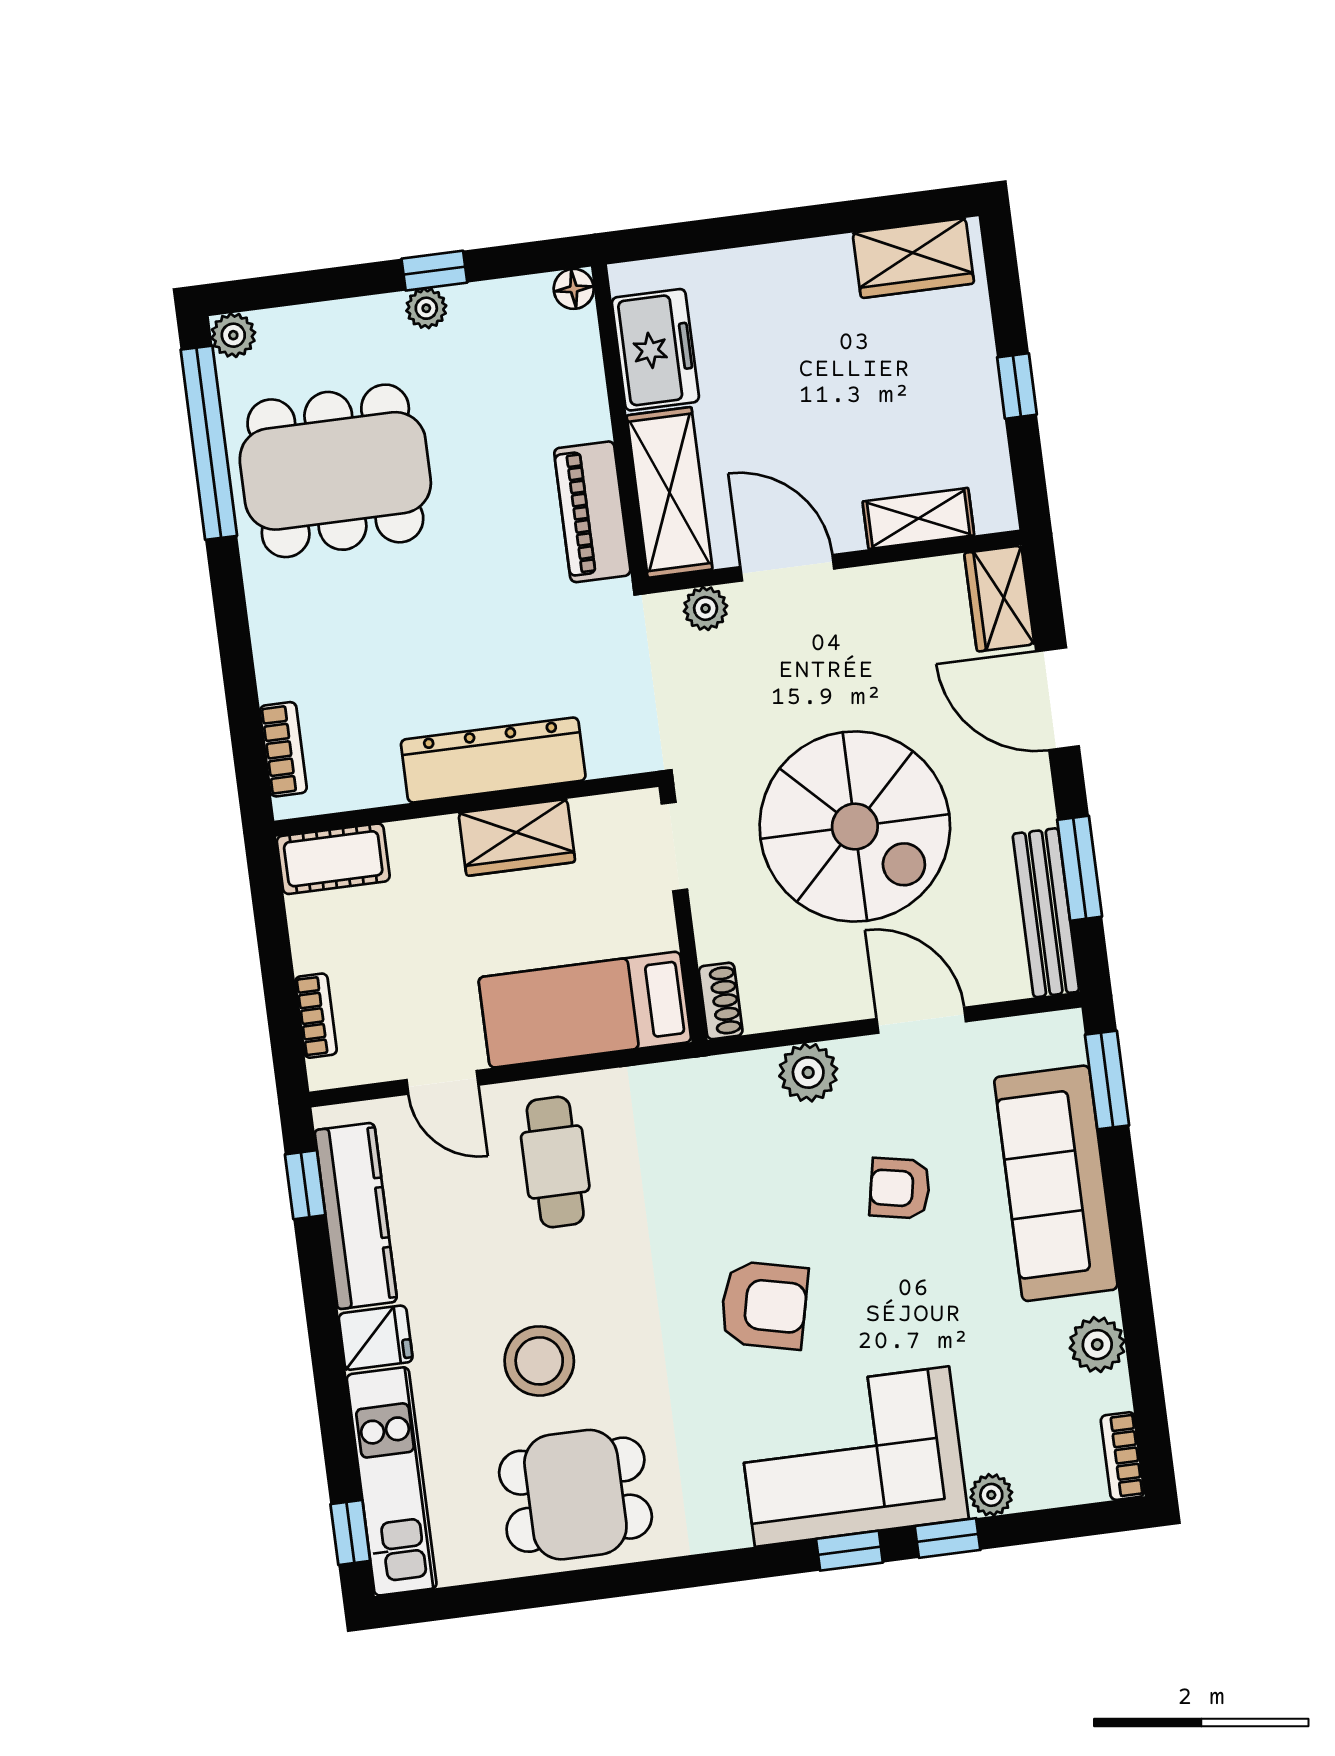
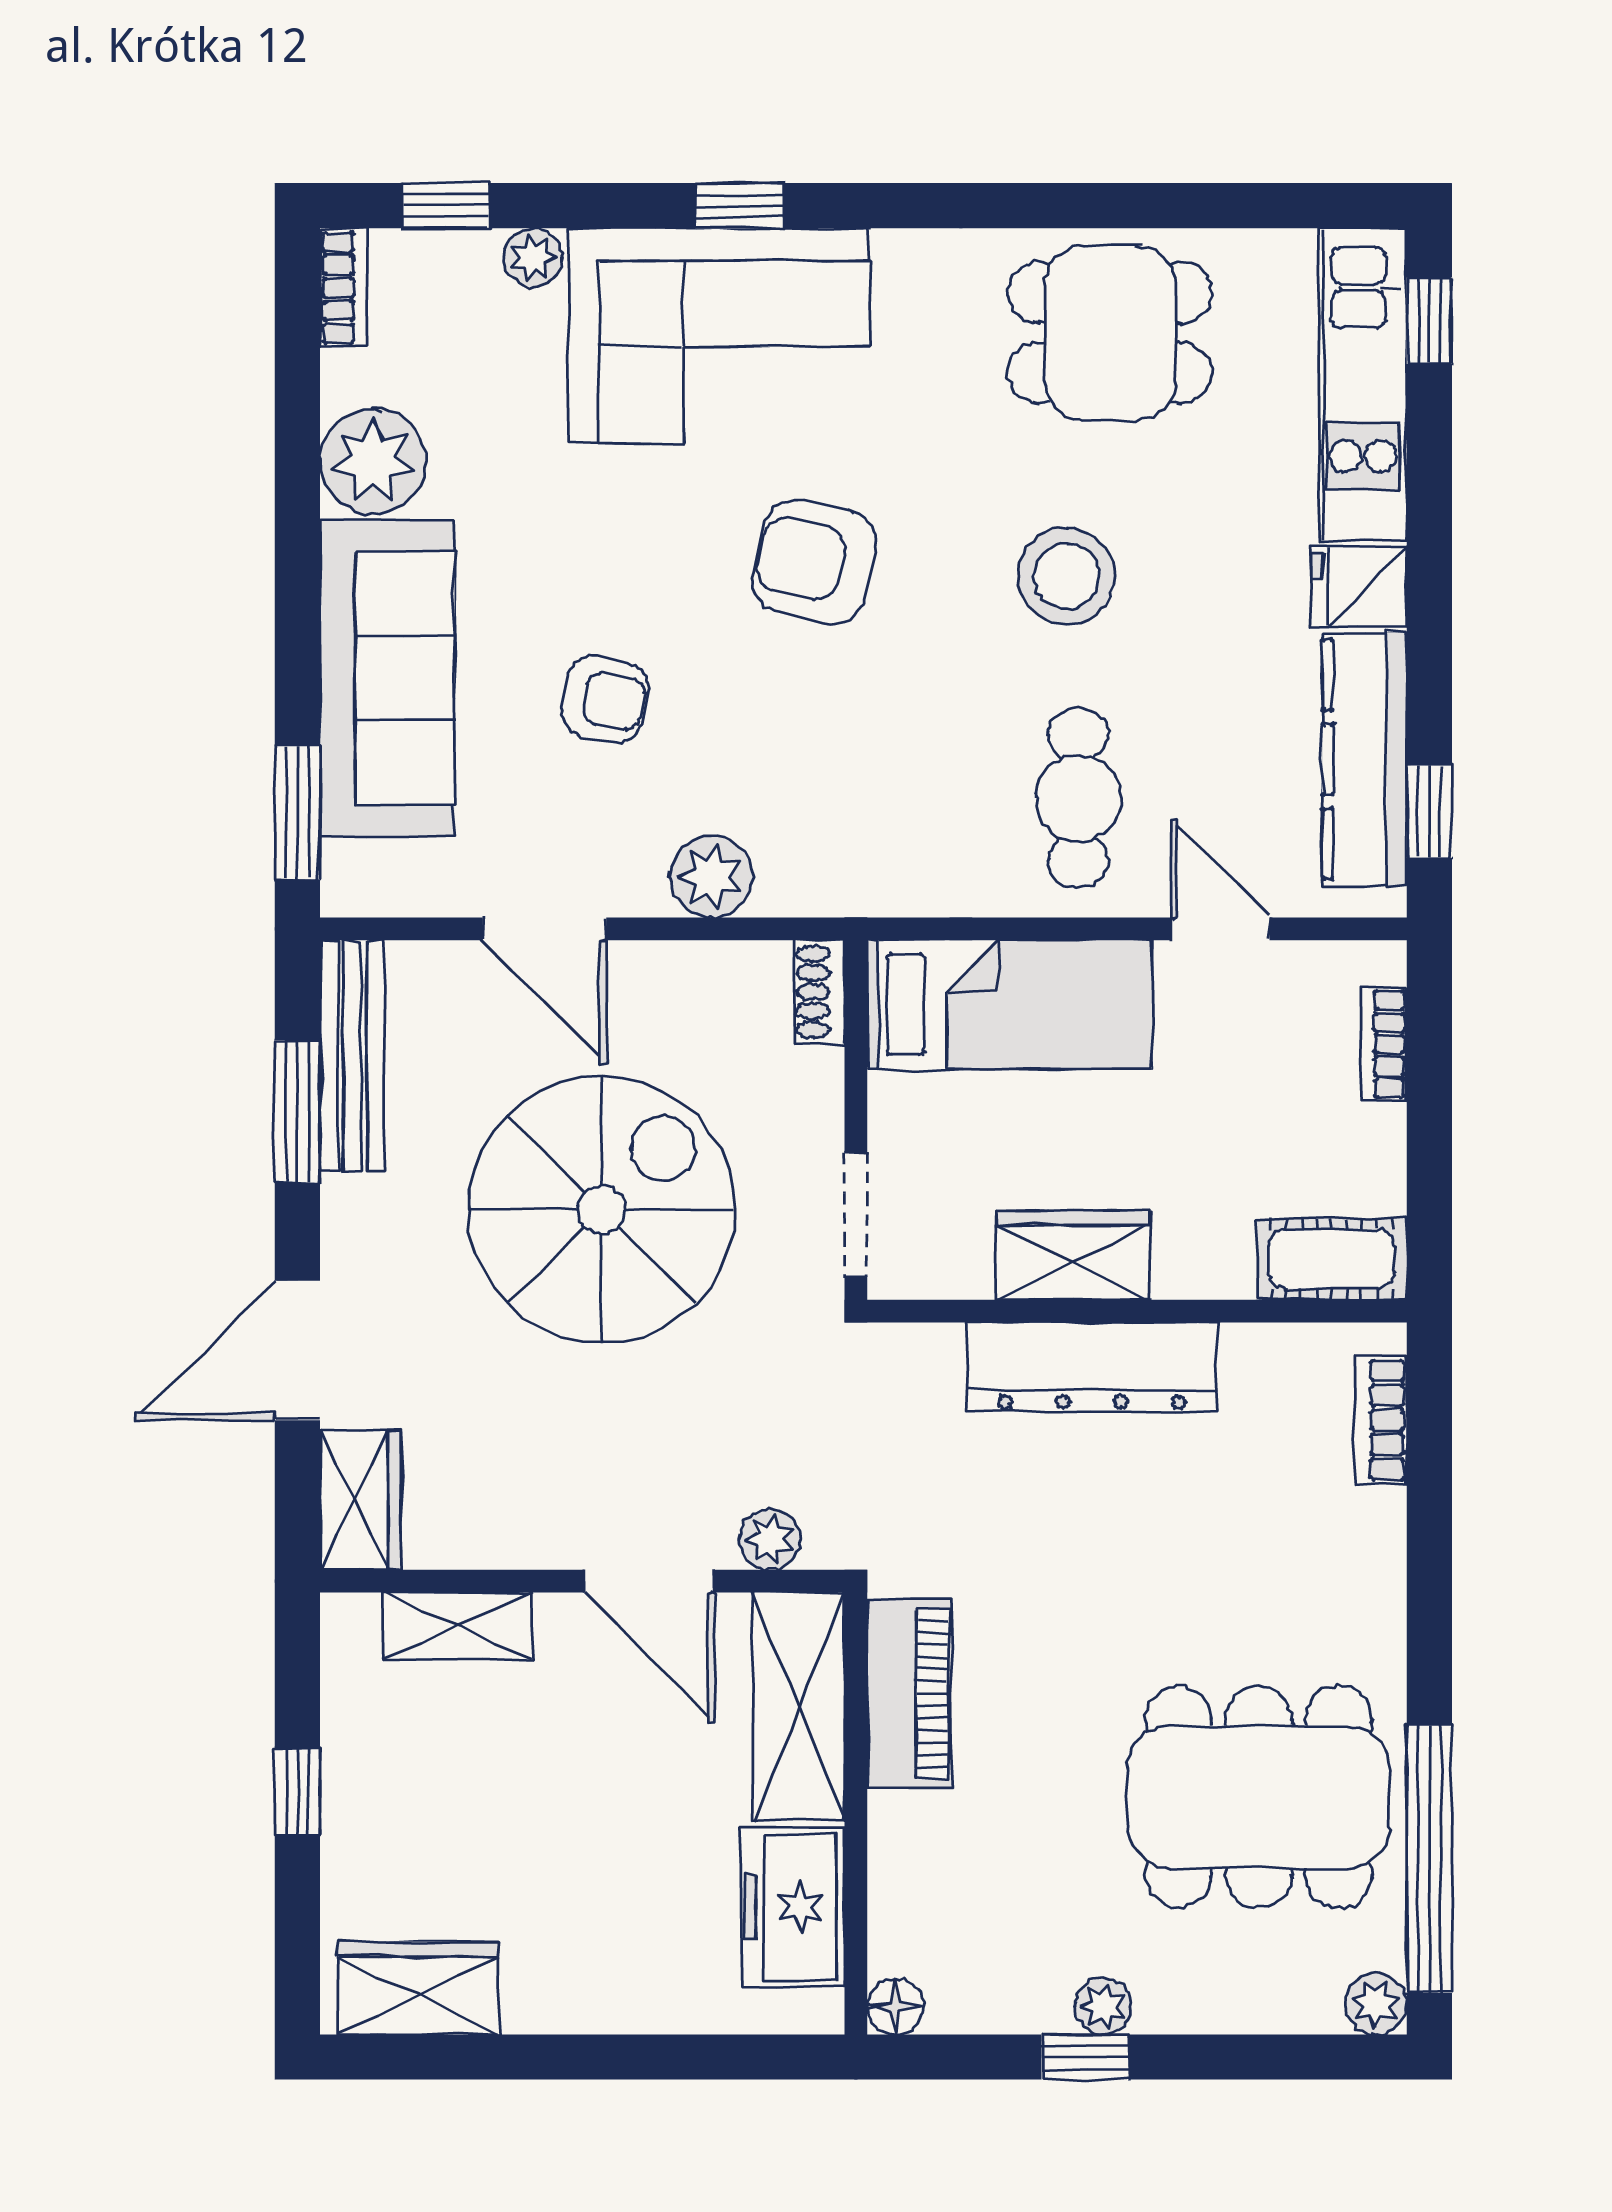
door: (1058, 699) -> (297, 1350), swing flipped
spiral stairs: (855, 826) -> (602, 1210), turned 90
plant: (1097, 1345) -> (373, 461), width x1.36, depth x1.36
stool: (539, 1361) -> (1067, 576), moved
window: (948, 1538) -> (445, 206), moved

